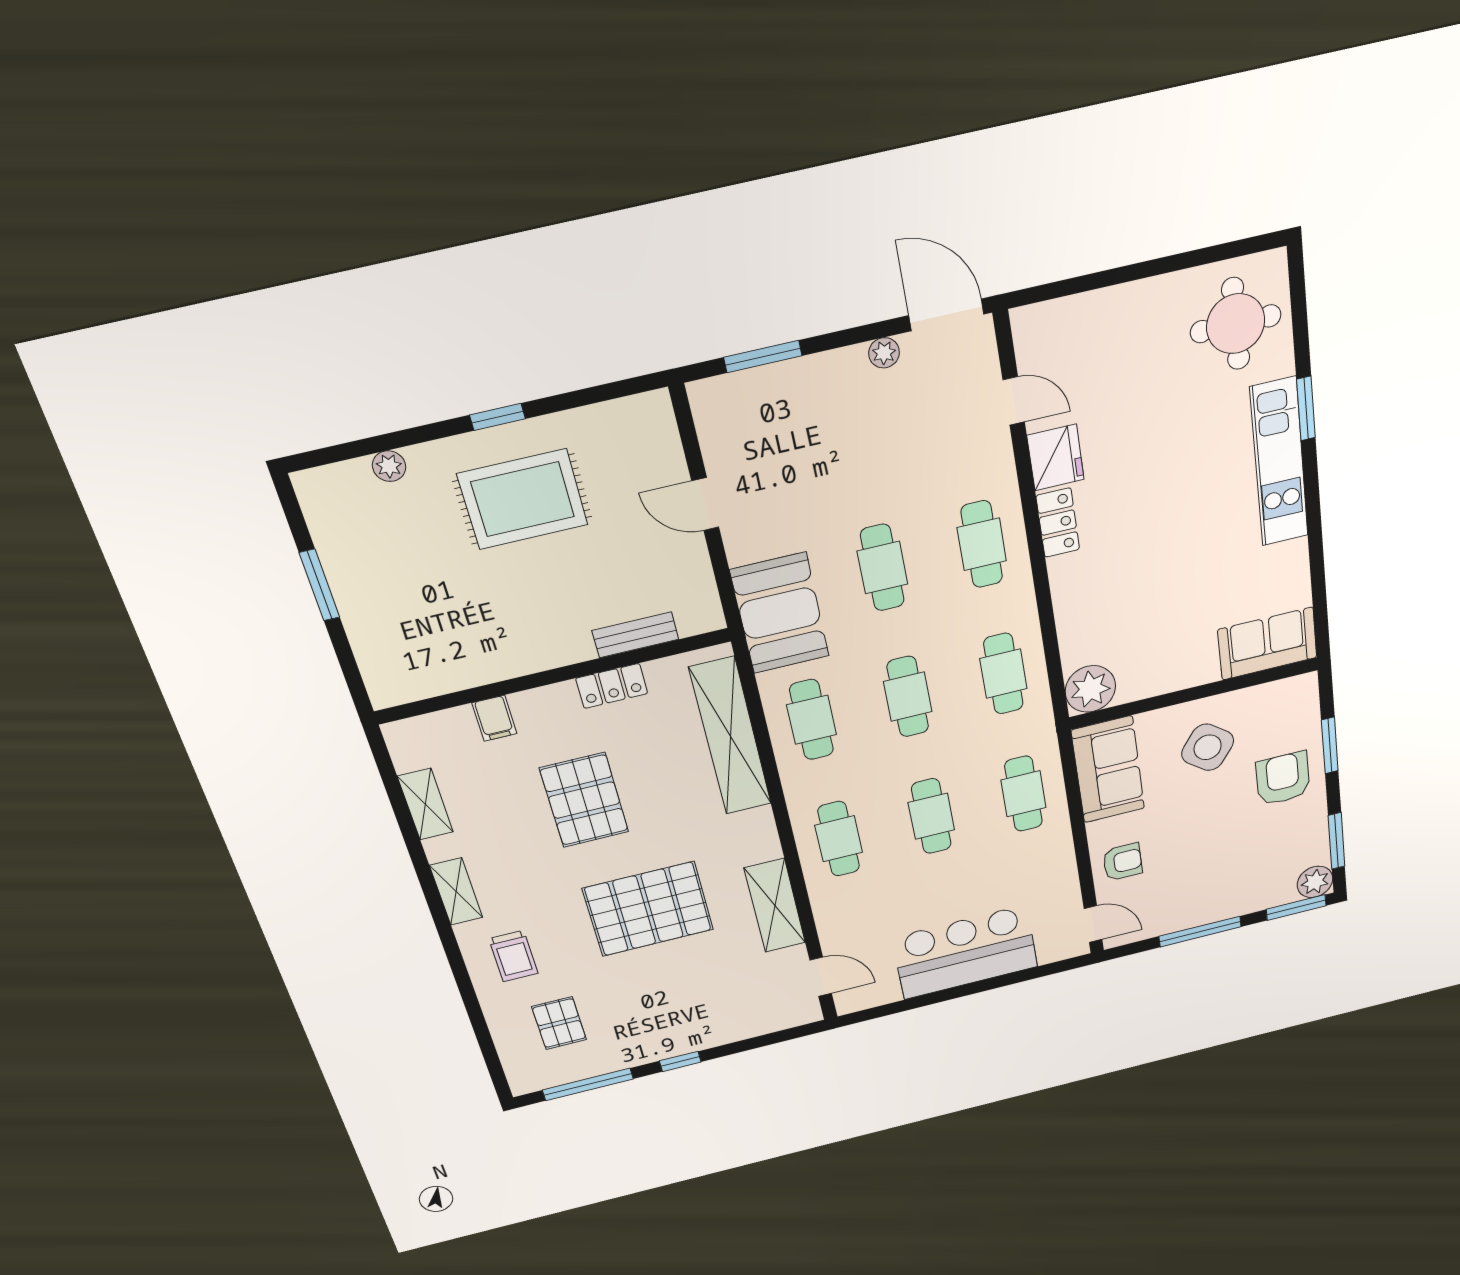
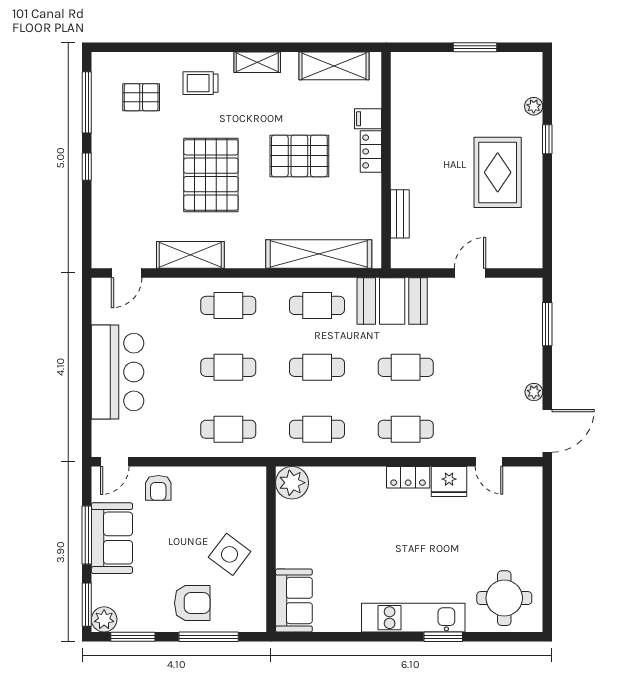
door: (1014, 401) -> (489, 462), hinge flipped
window: (498, 417) -> (547, 139), moved
locker: (612, 686) -> (371, 151), moved
window: (1330, 745) -> (209, 637), width x1.44
sofa: (1108, 770) -> (112, 538), moved, turned -90
shelving: (425, 804) -> (334, 66), width x1.50, depth x1.33

